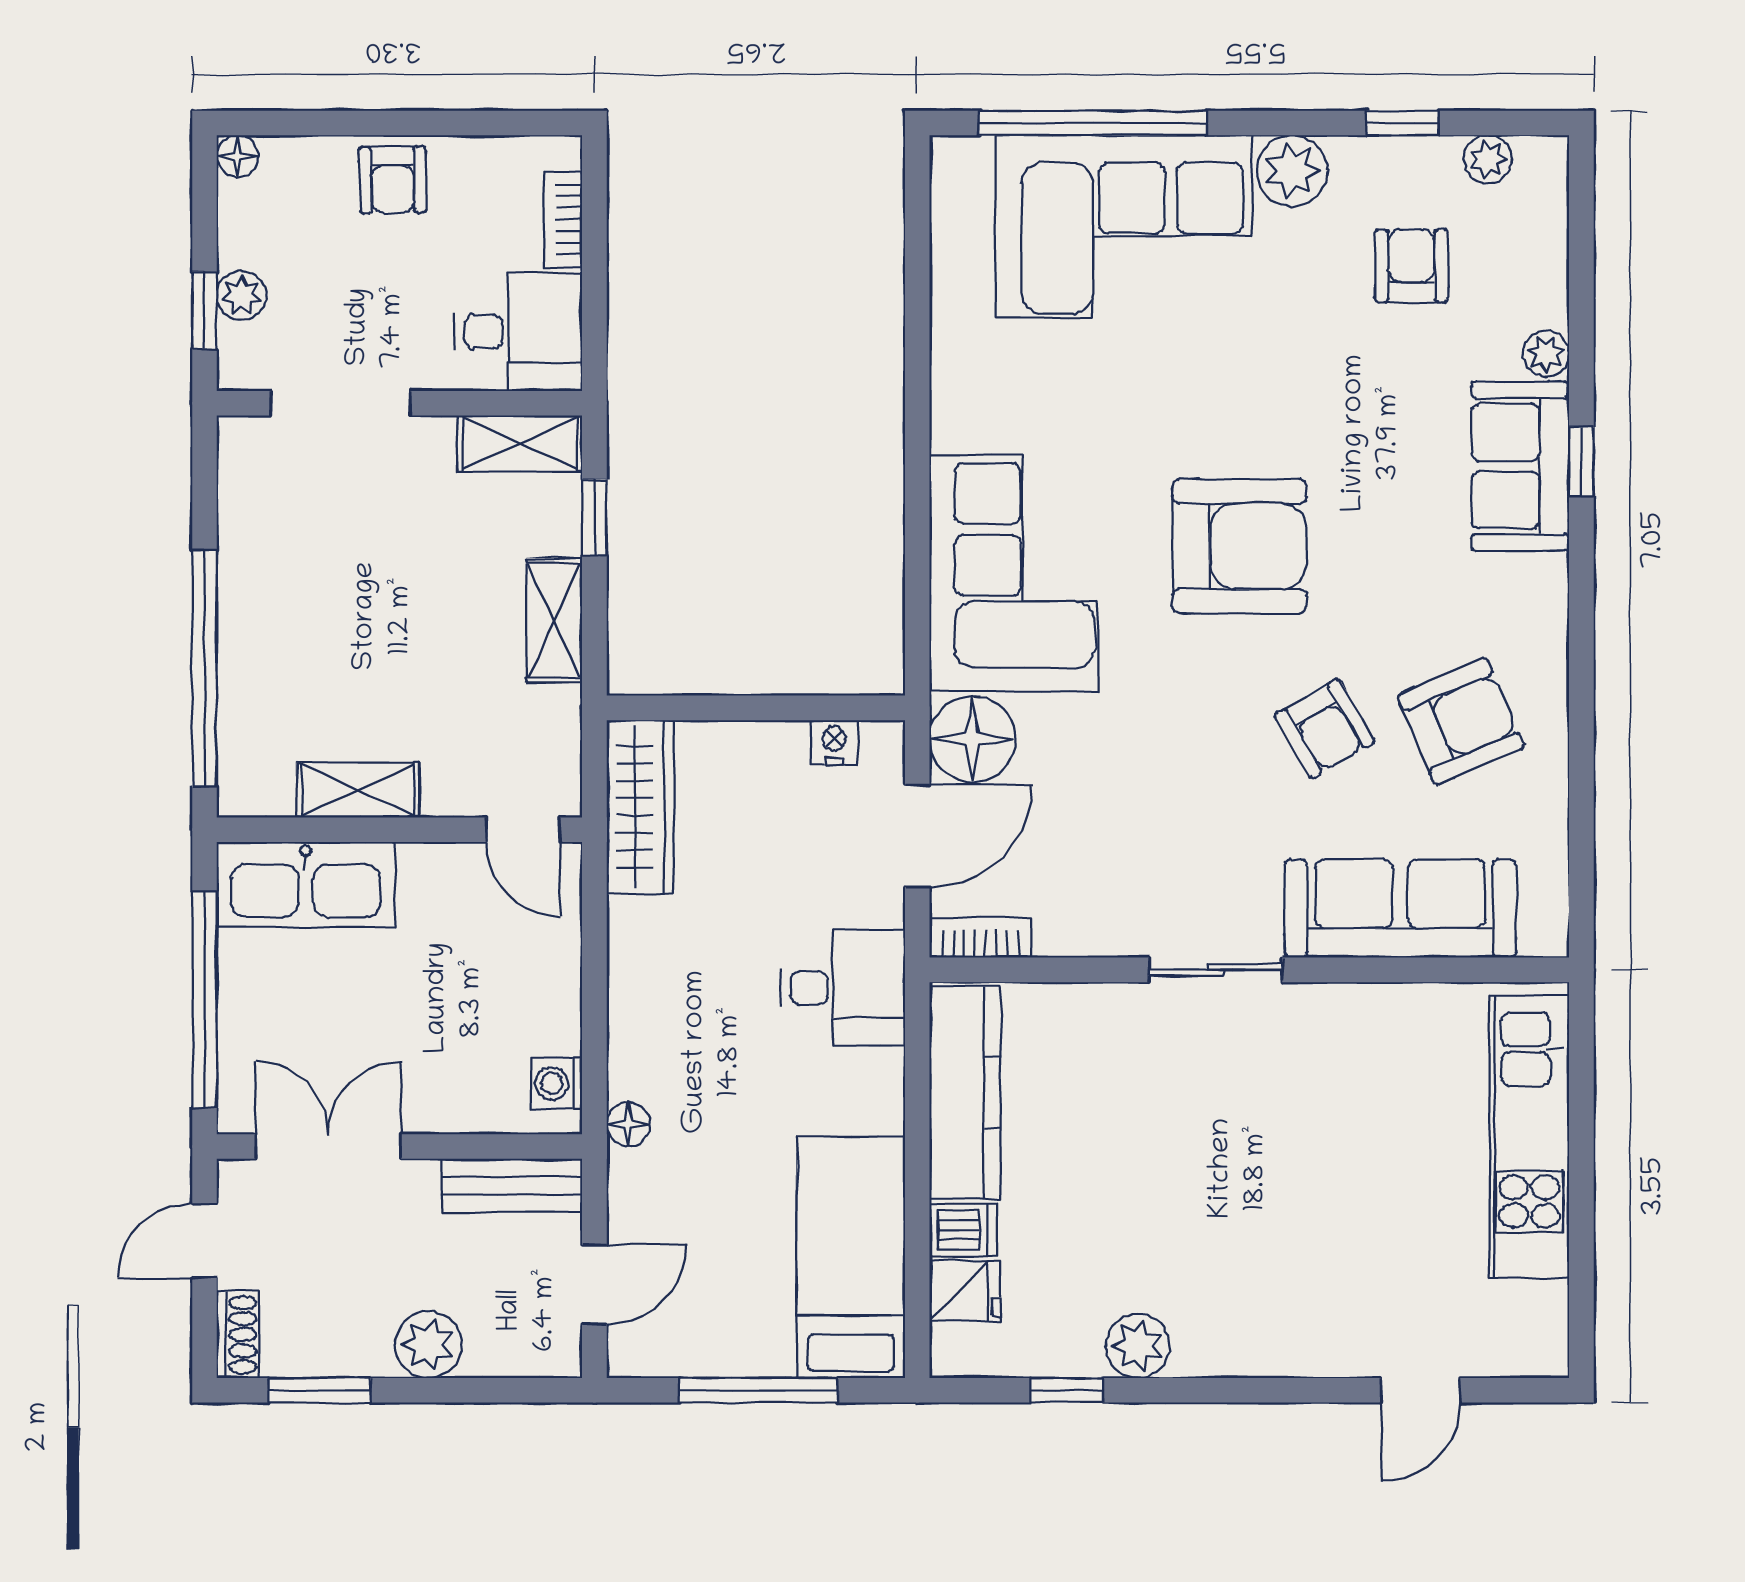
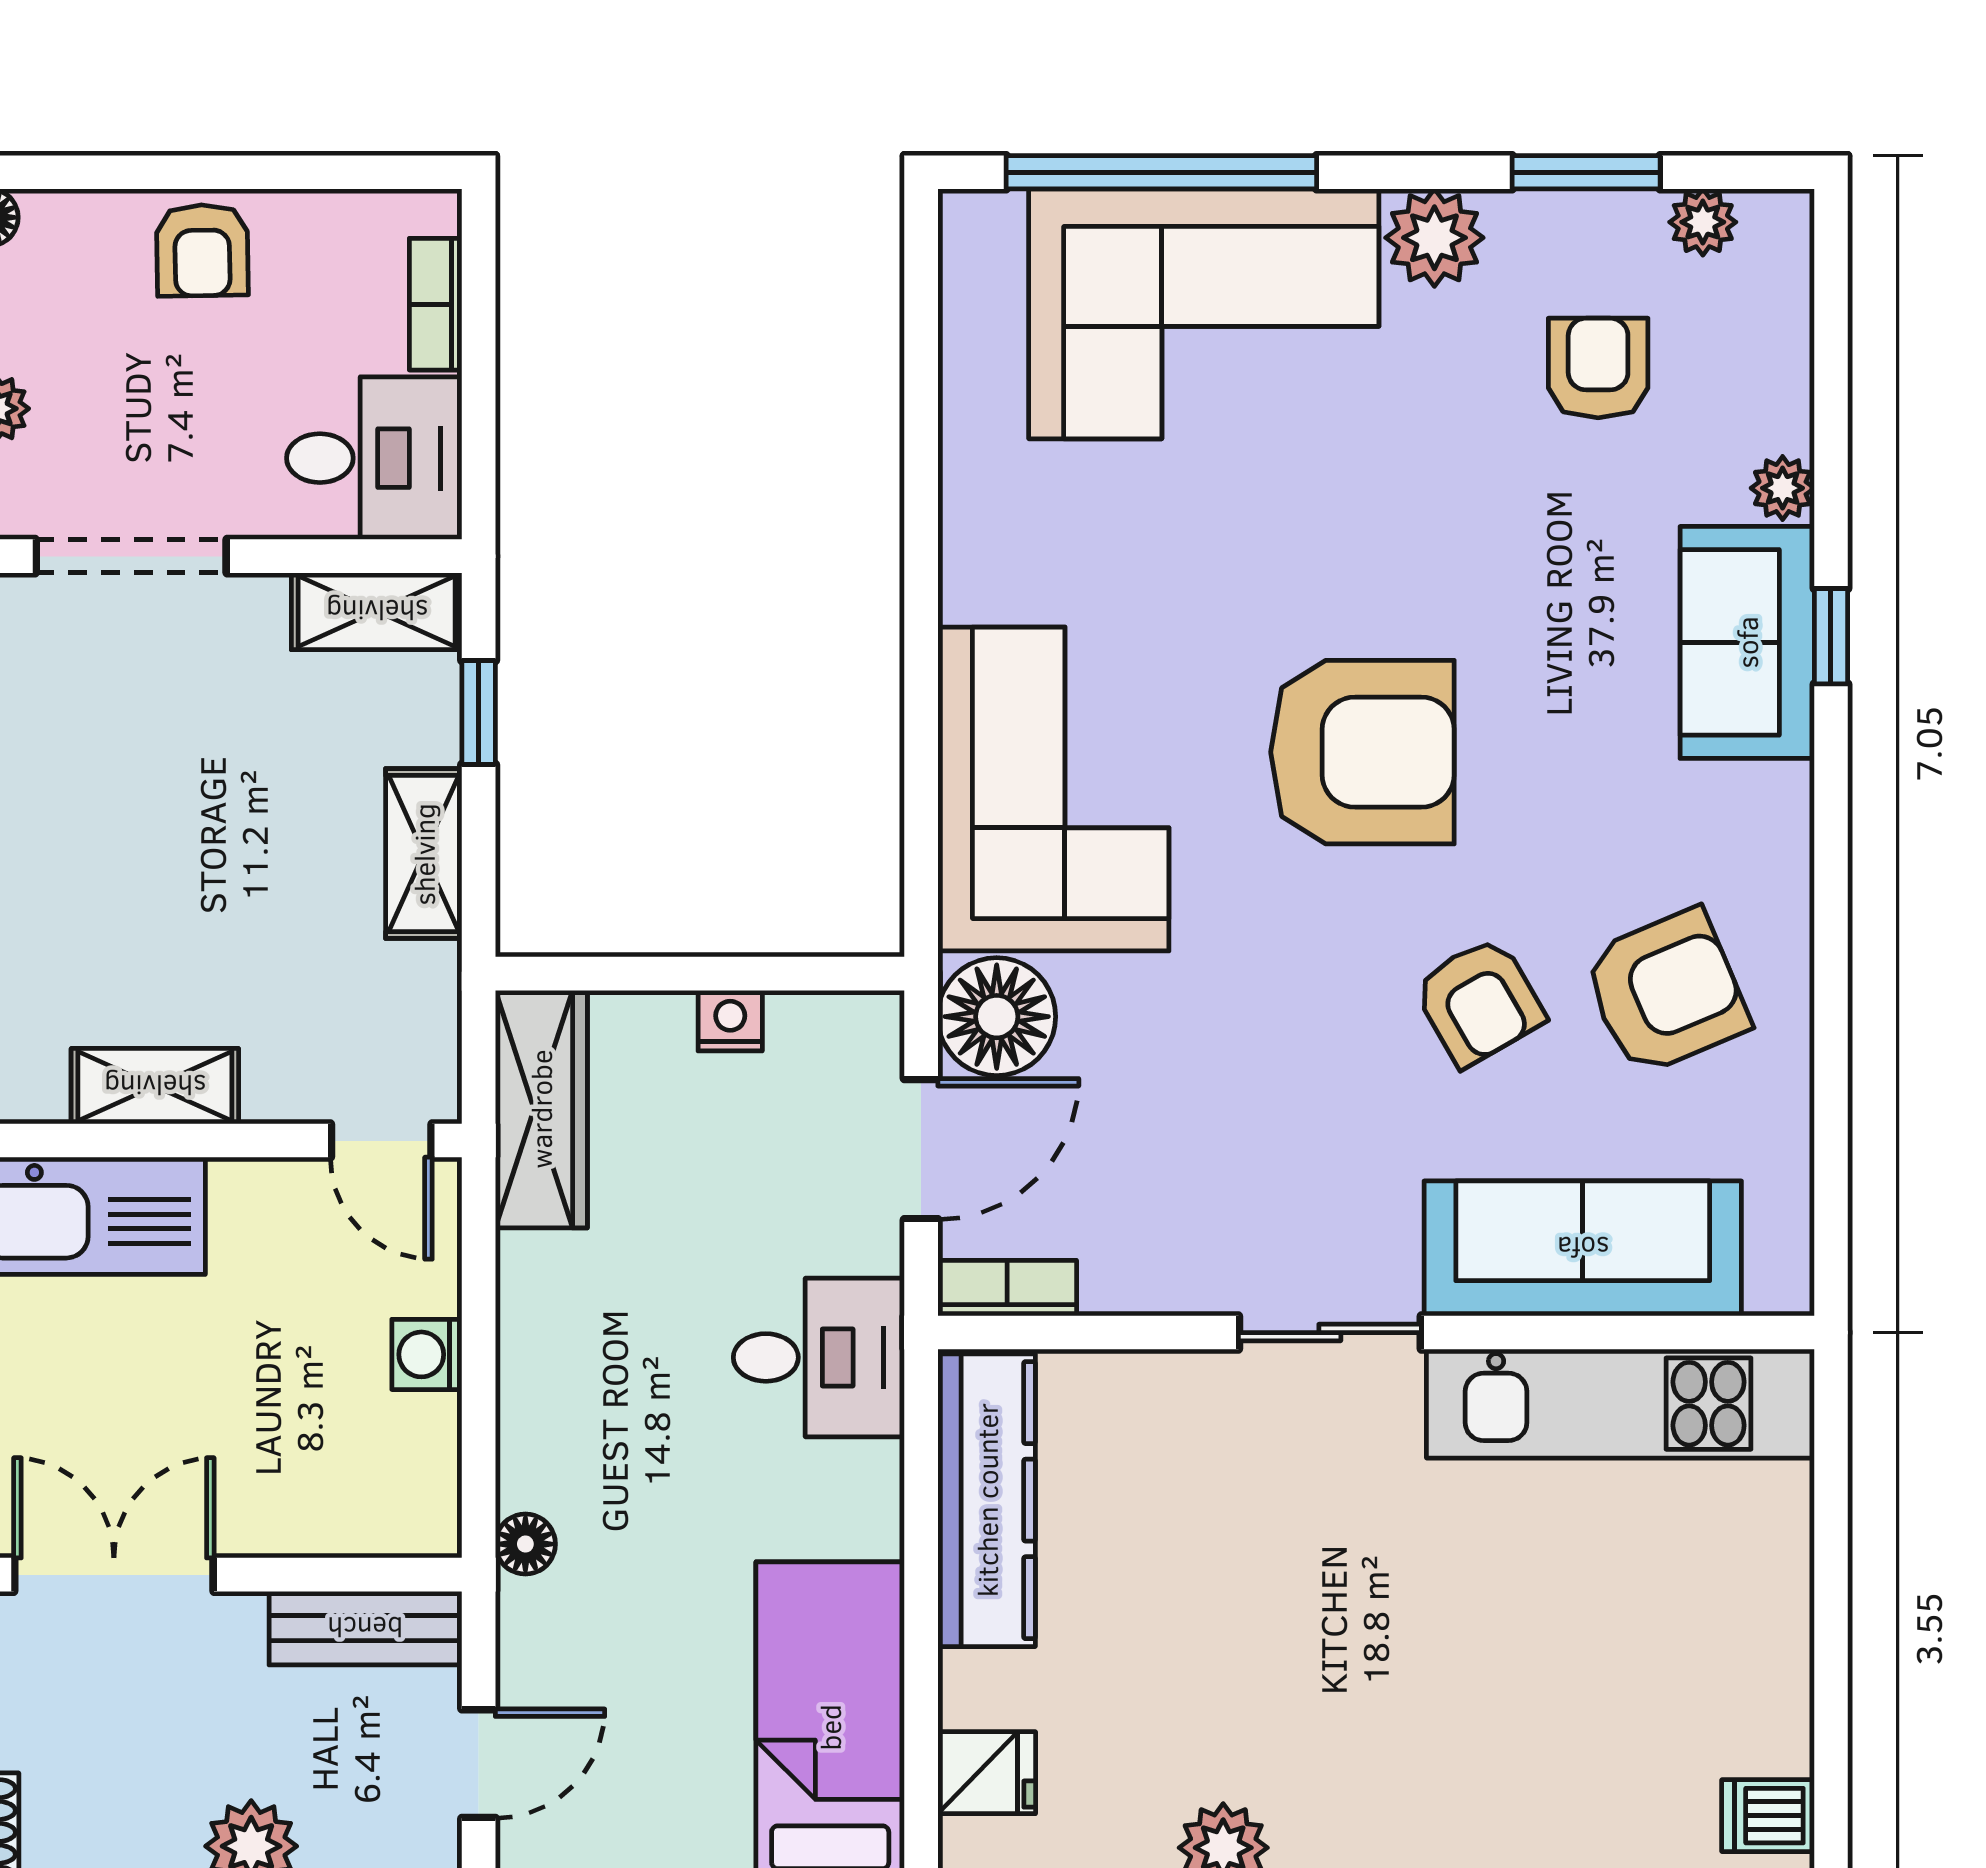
window: (1403, 123) -> (1586, 172), width x1.50
nightstand: (834, 742) -> (730, 1021), moved
washing machine: (557, 1083) -> (427, 1354), moved
kitchen unit: (1529, 1137) -> (1620, 1404), moved, turned -90
dishwasher: (963, 1230) -> (1768, 1816), moved, turned 180

